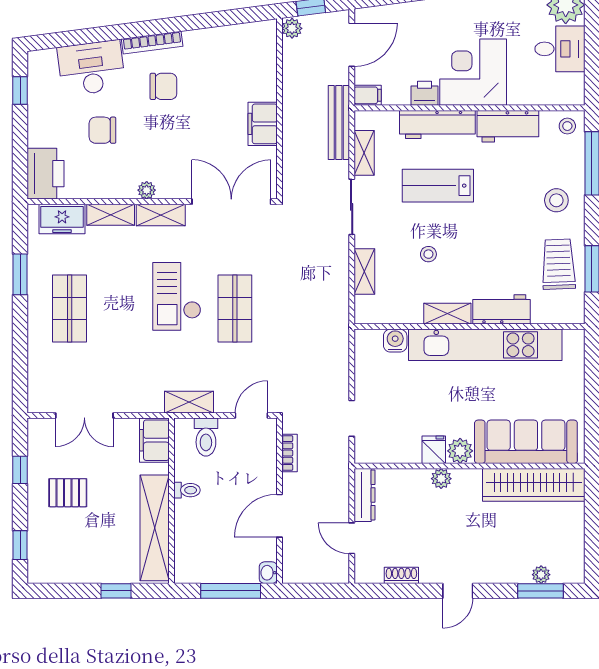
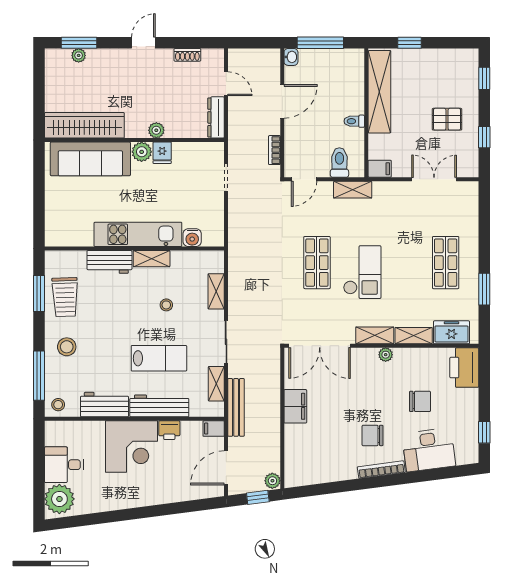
kitchen unit: (485, 345) -> (138, 234), width x0.73
filing cabinet: (154, 440) -> (380, 169), width x0.50

